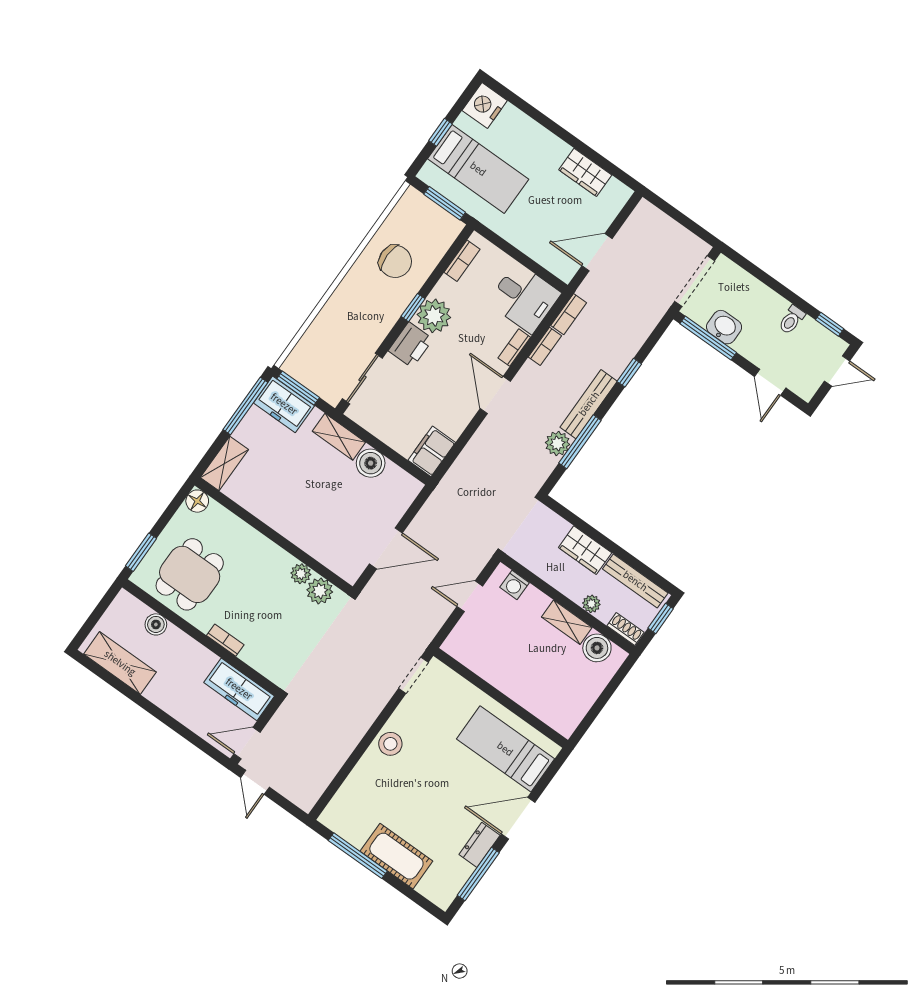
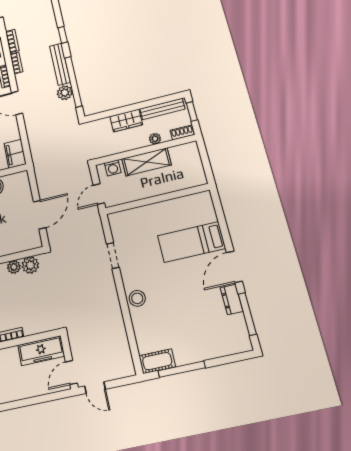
window: (580, 442) -> (73, 82), width x1.46
shelving: (567, 622) -> (147, 162), width x1.50, depth x1.33
boiler: (597, 648) -> (179, 154), removed
wall: (501, 698) -> (157, 199), moved
cot: (396, 856) -> (157, 361), moved, width x0.73, depth x0.75

